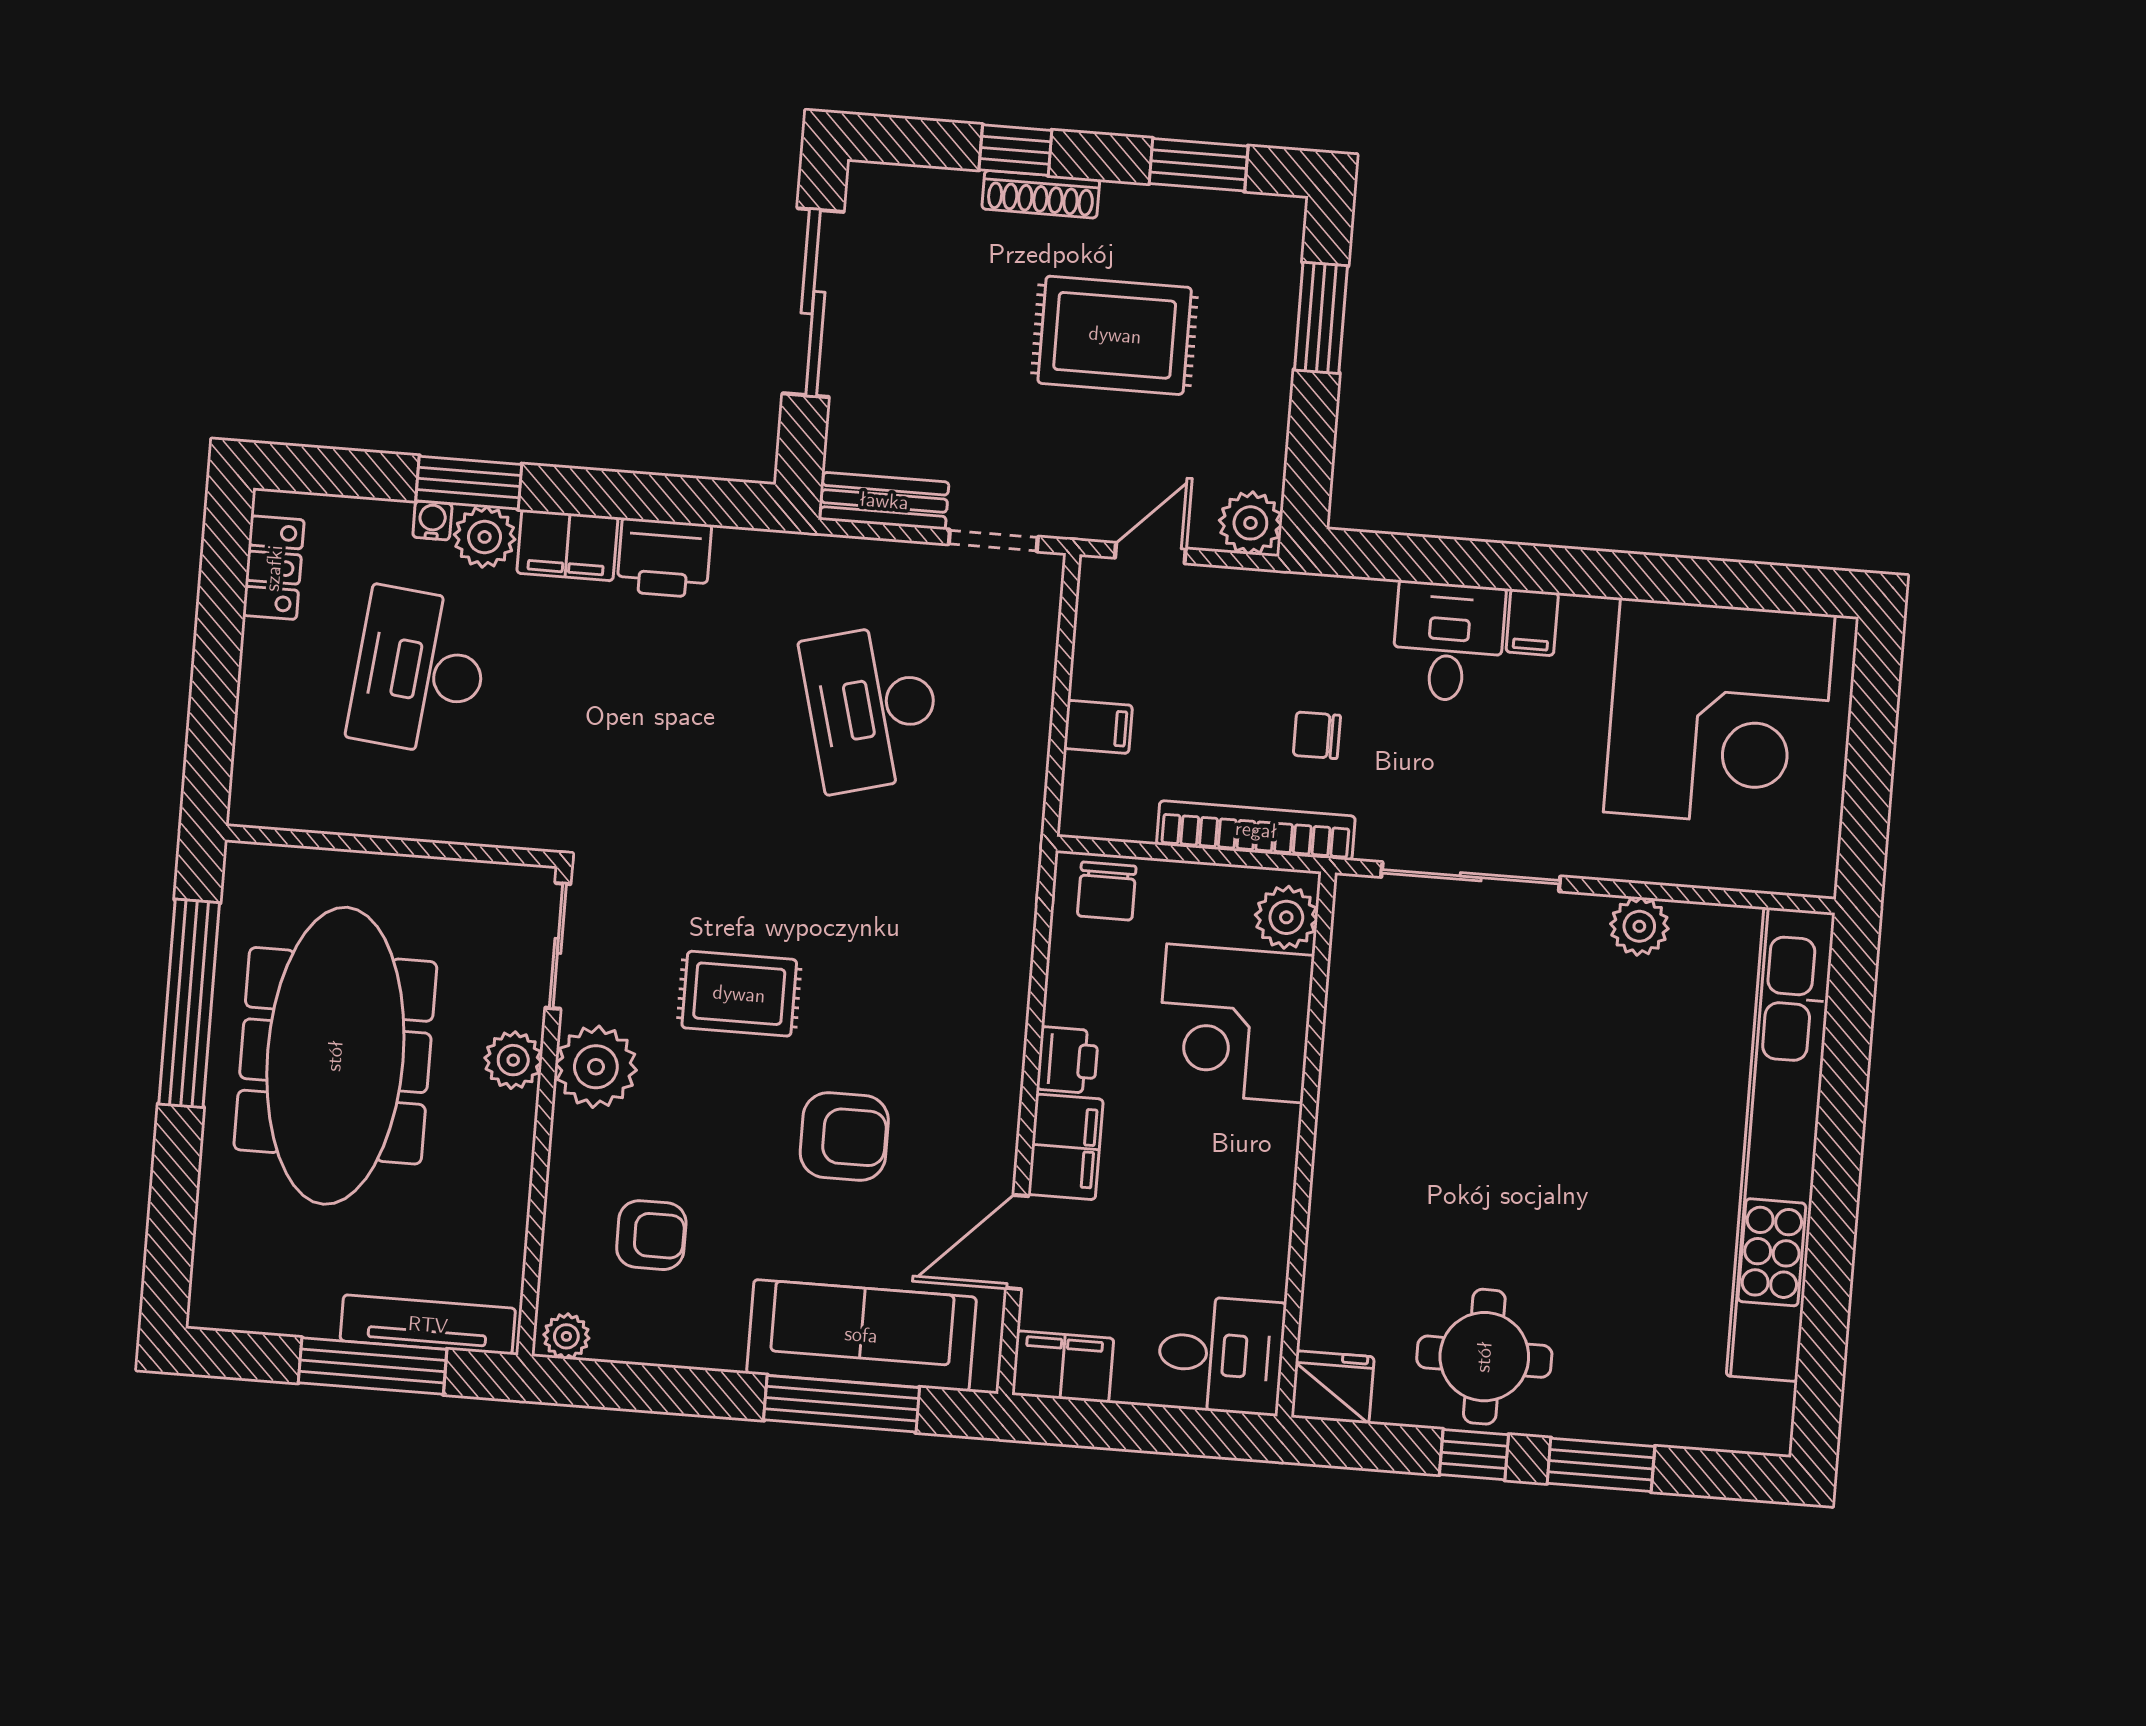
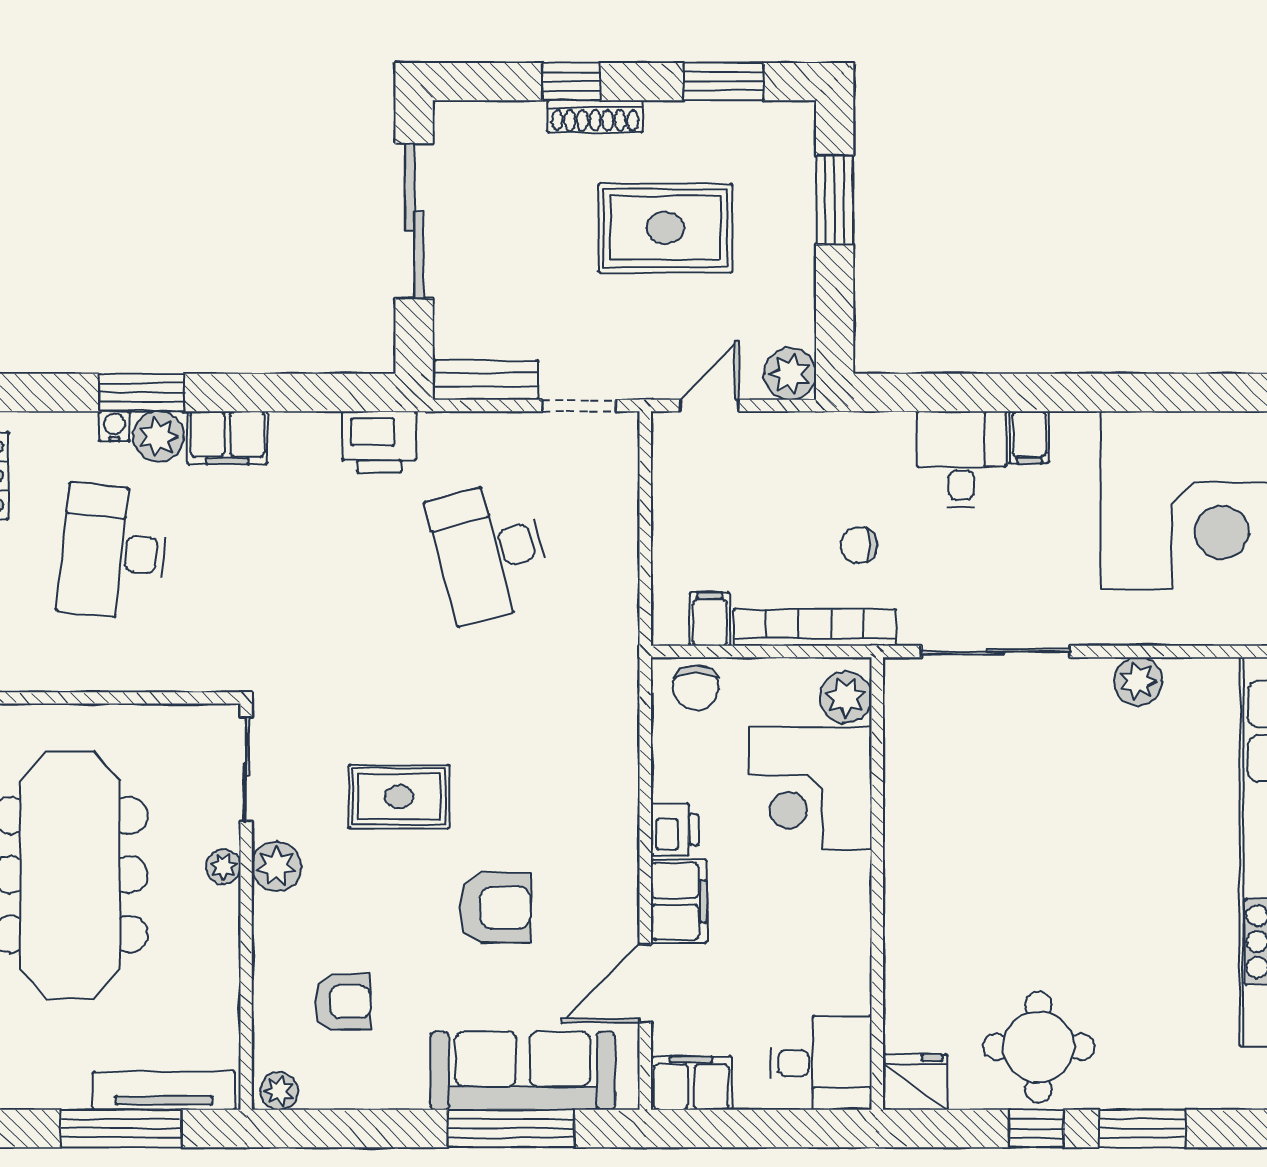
printer: (664, 558) -> (379, 442), moved
filing cabinet: (1098, 727) -> (710, 619), moved, turned -90
plant: (513, 1060) -> (223, 867), width x0.73, depth x0.73
plant: (596, 1067) -> (277, 867), width x0.73, depth x0.73

